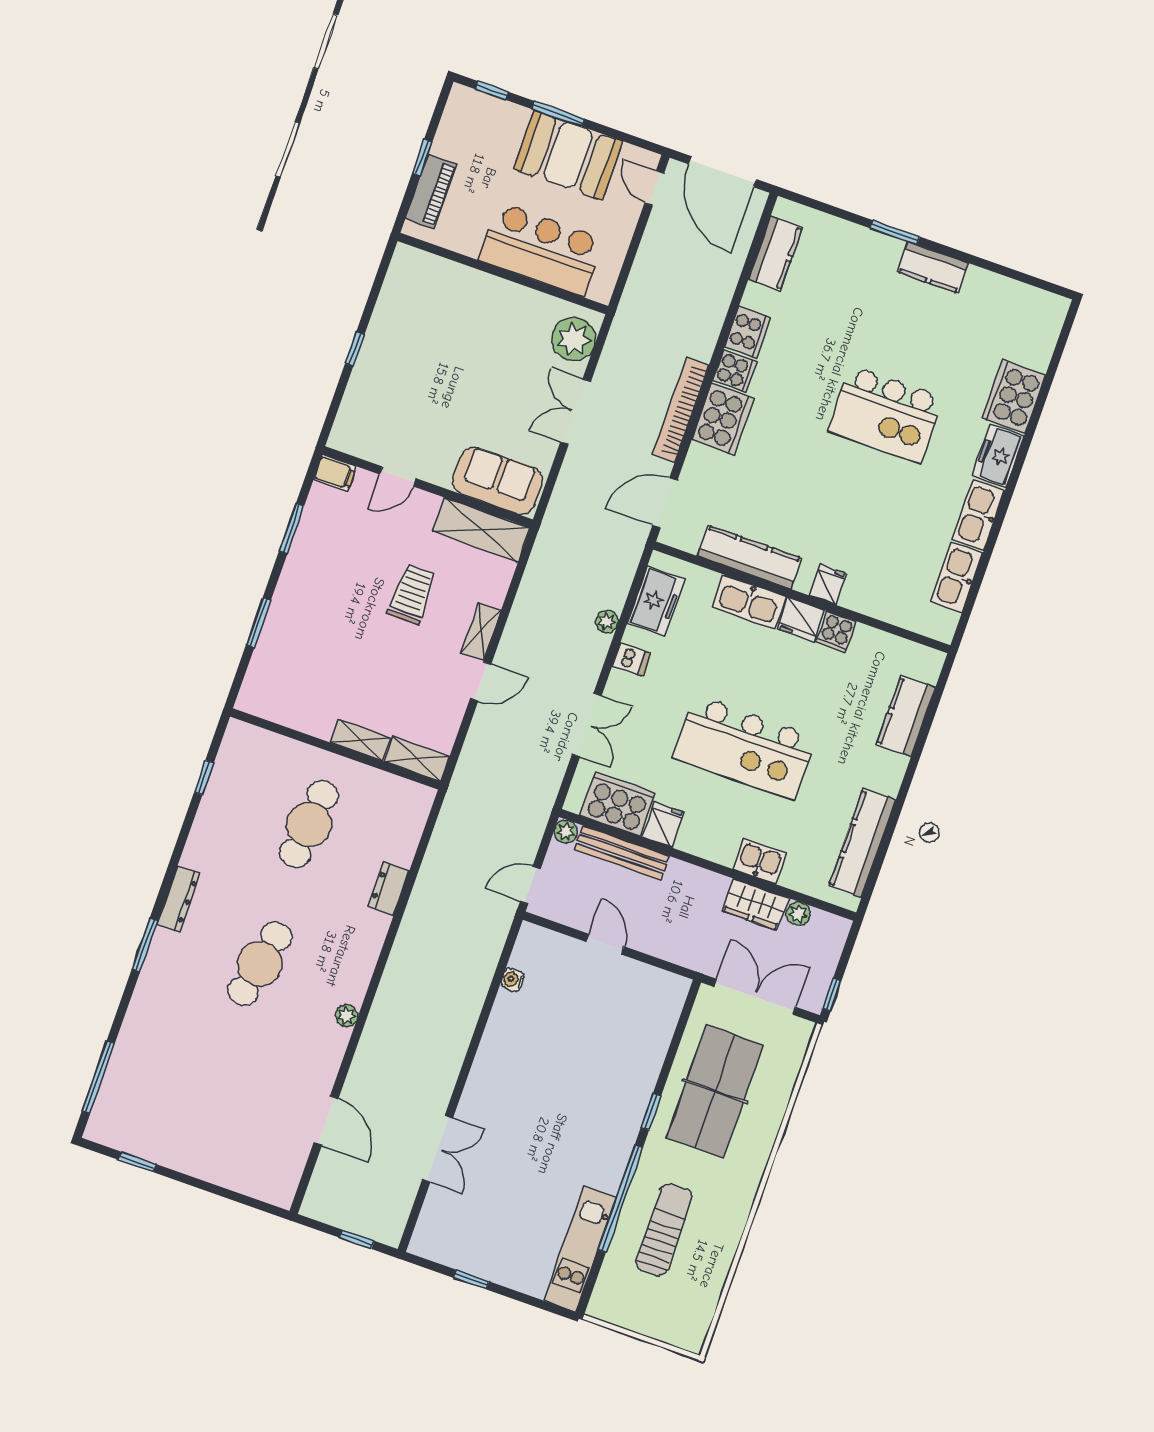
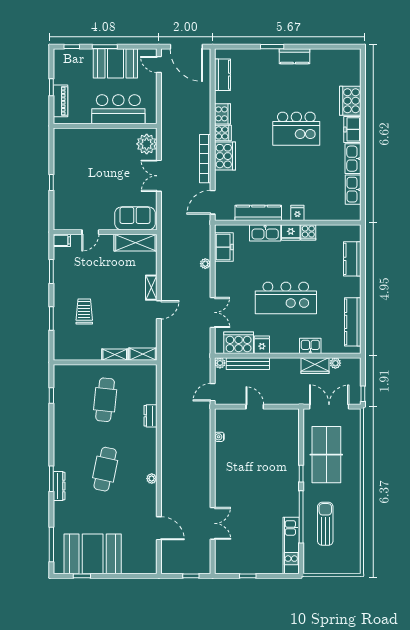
trolley: (412, 594) -> (84, 311), moved
dishwasher: (631, 659) -> (222, 277), removed
dresser: (179, 899) -> (59, 486), moved
booth: (175, 1125) -> (93, 554), added

